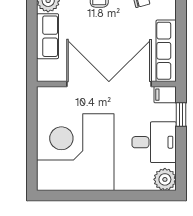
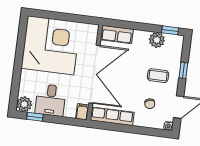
row of seats: (48, 36) -> (117, 34), moved
window: (181, 115) -> (35, 117), moved

